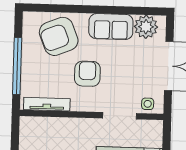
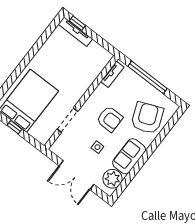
tv unit: (47, 104) -> (112, 74), width x0.71
side table: (148, 104) -> (97, 147), moved

